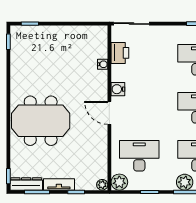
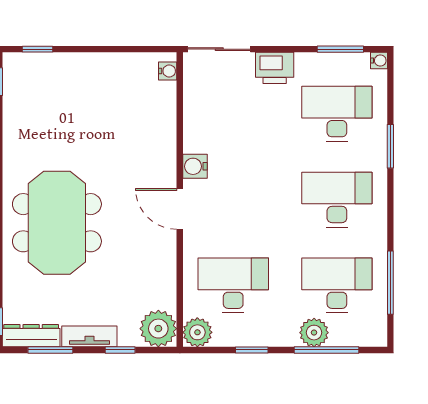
printer: (120, 53) -> (275, 68), moved, turned 90
water cooler: (103, 64) -> (168, 71), moved
meeting table: (41, 121) -> (57, 223), turned 90
plant: (102, 185) -> (158, 329), width x1.88, depth x1.88

